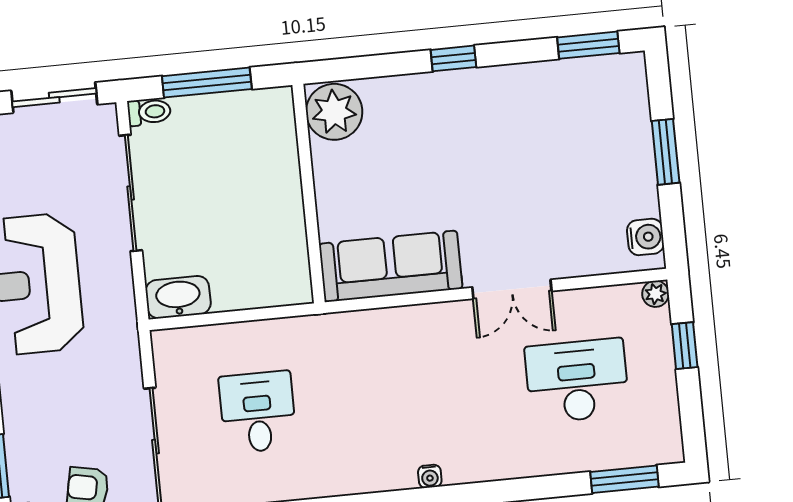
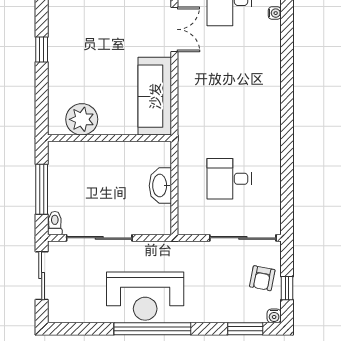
plant: (334, 112) -> (82, 119), moved
washbasin: (178, 297) -> (160, 186), moved
water cooler: (430, 476) -> (275, 13), moved

